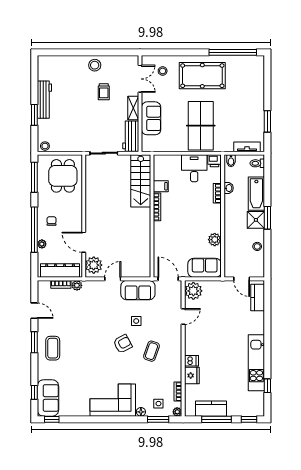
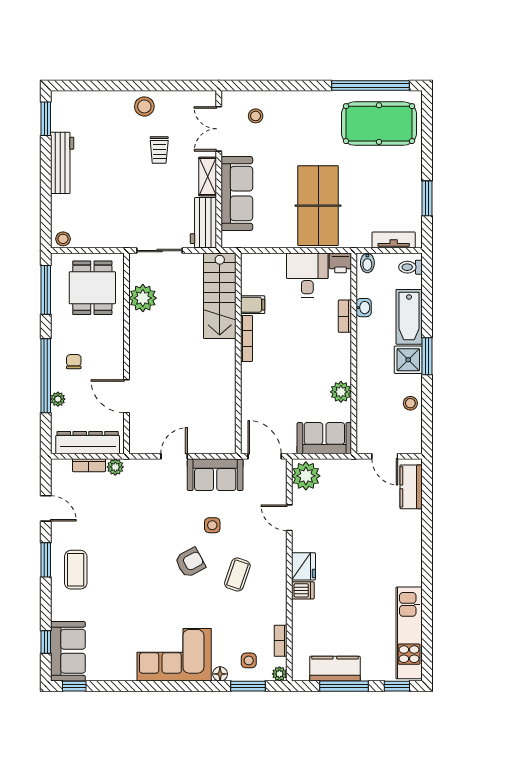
pool table: (202, 76) -> (379, 124), moved
double door: (140, 79) -> (219, 129), swing flipped
window: (34, 115) -> (46, 119), moved
sofa: (151, 118) -> (237, 194), width x1.36
plant: (94, 265) -> (143, 298), moved
door: (183, 316) -> (289, 518), swing flipped
kitchen unit: (256, 363) -> (409, 633), moved
fridge: (192, 376) -> (303, 566), moved
window: (267, 386) -> (427, 631), removed

